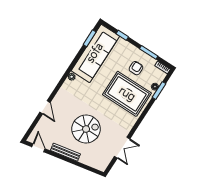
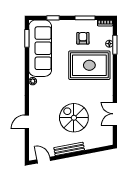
door: (45, 107) -> (27, 122), swing flipped
spiral stairs: (86, 129) -> (74, 118), turned -90
double door: (122, 148) -> (115, 114), swing flipped

